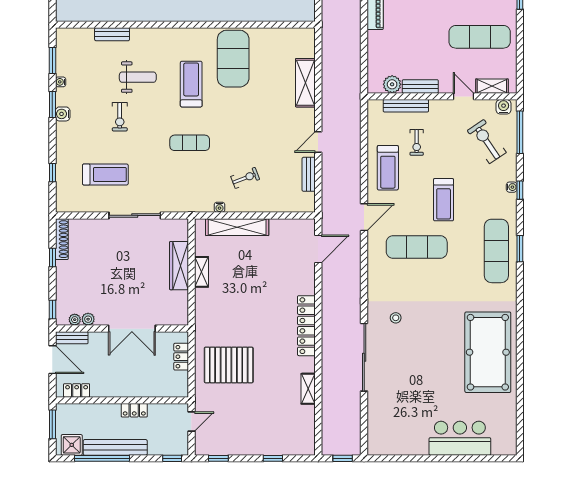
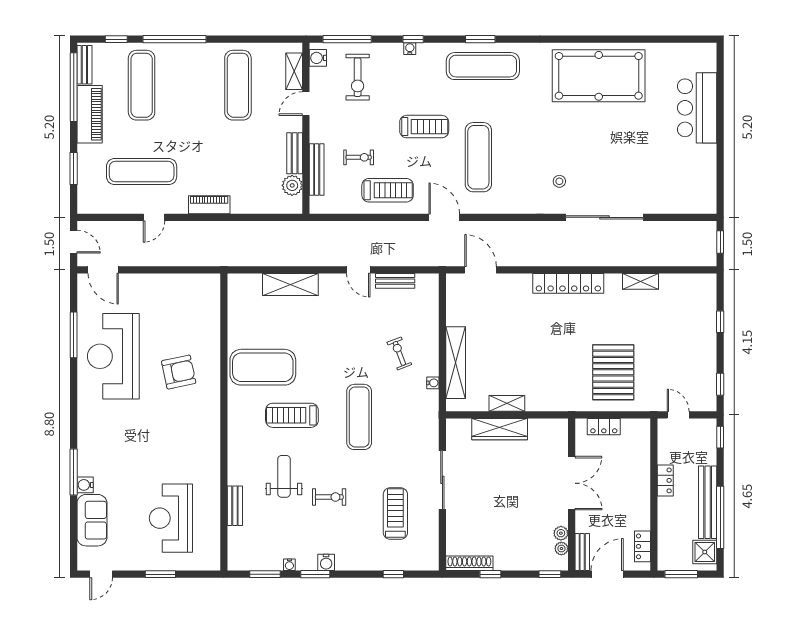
exercise bike: (487, 141) -> (358, 77), turned -56
exercise mat: (190, 143) -> (359, 417), width x1.36, depth x1.45

